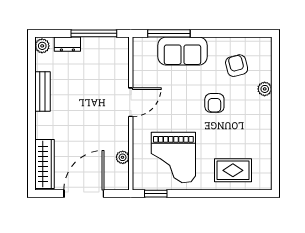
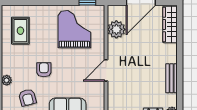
plant: (123, 157) -> (116, 29), width x1.88, depth x1.88
rug: (233, 170) -> (20, 31), moved, turned 90

